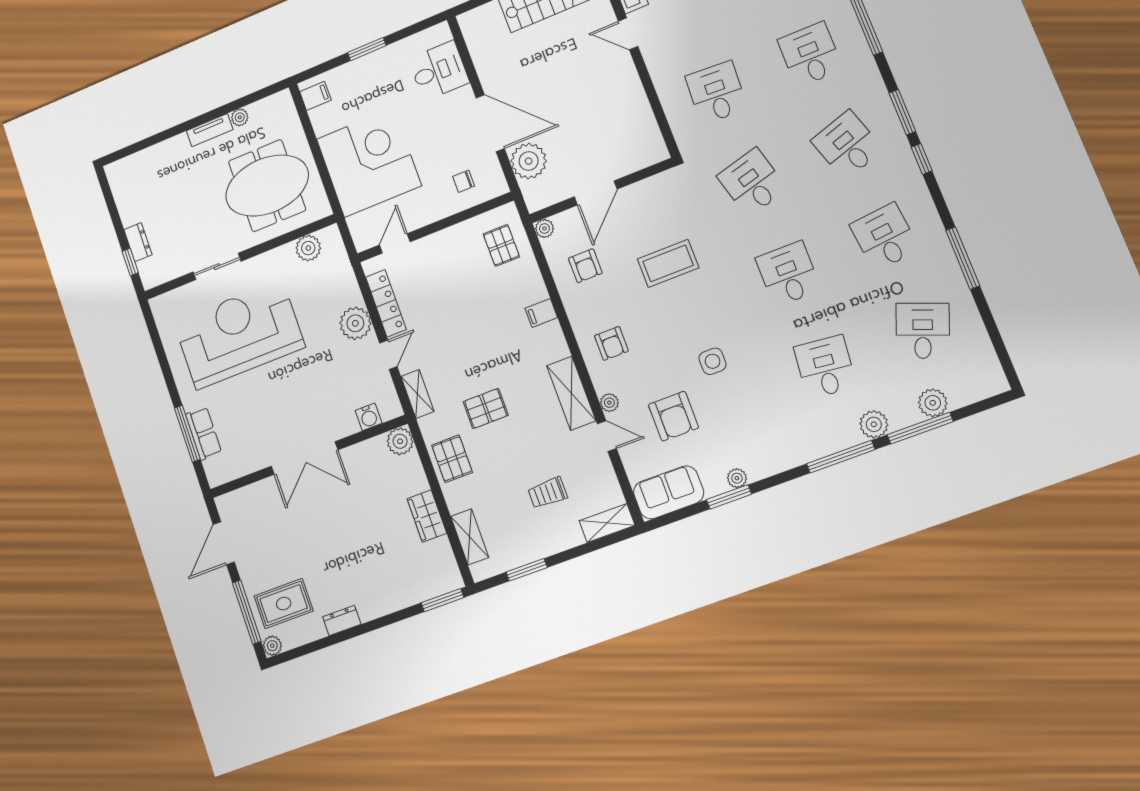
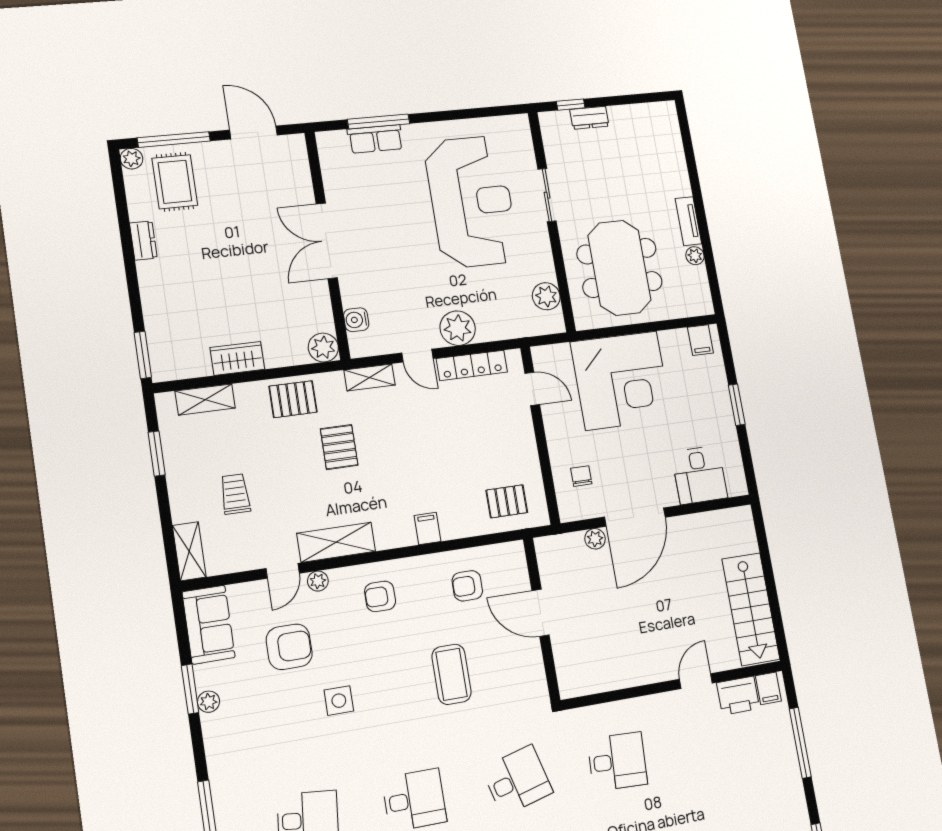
plant: (529, 161) -> (595, 539), width x0.53, depth x0.53
plant: (544, 228) -> (515, 551), removed
armchair: (673, 416) -> (289, 647), turned 180

